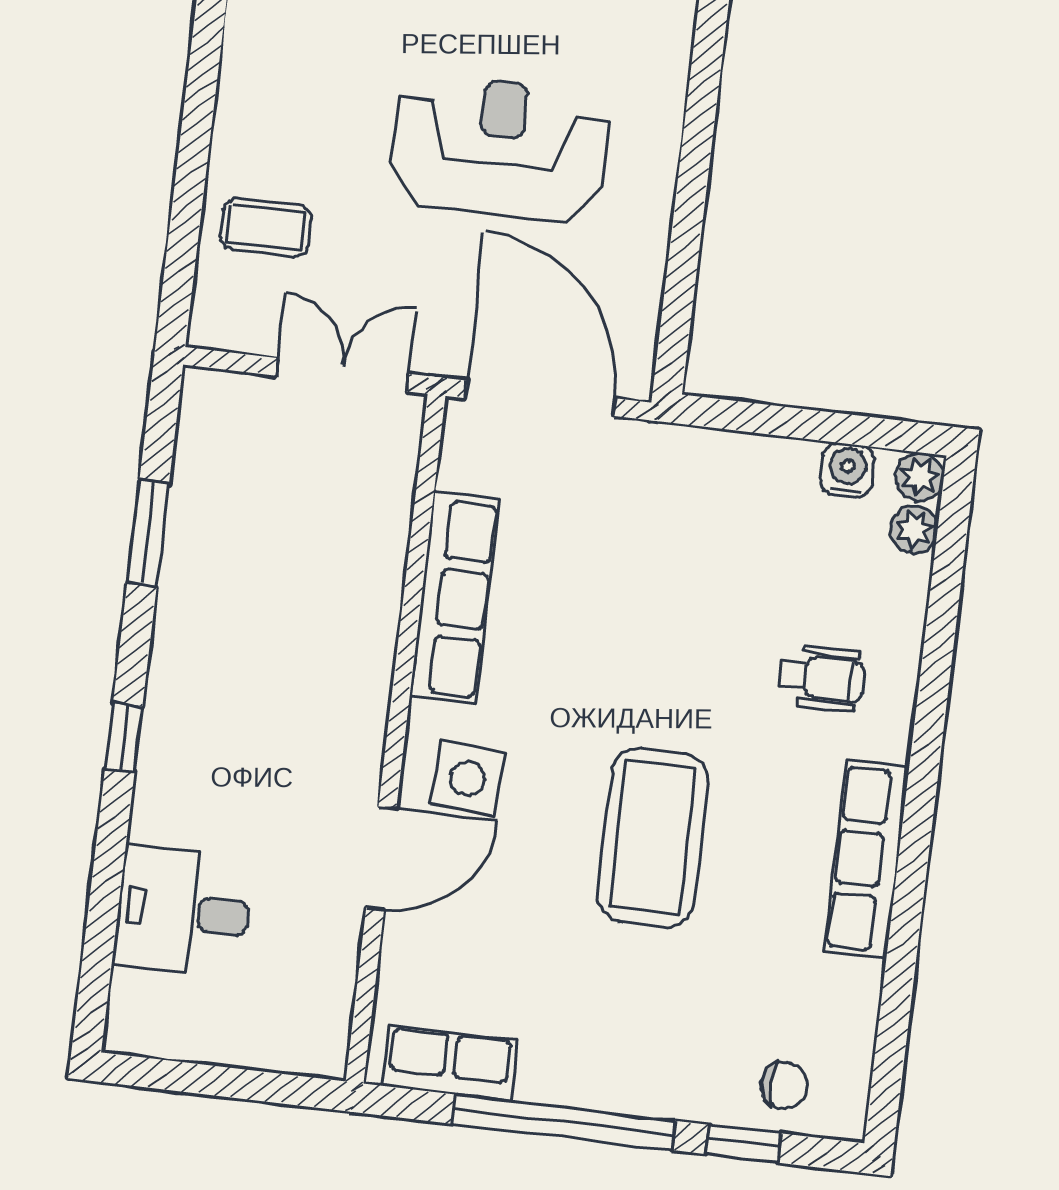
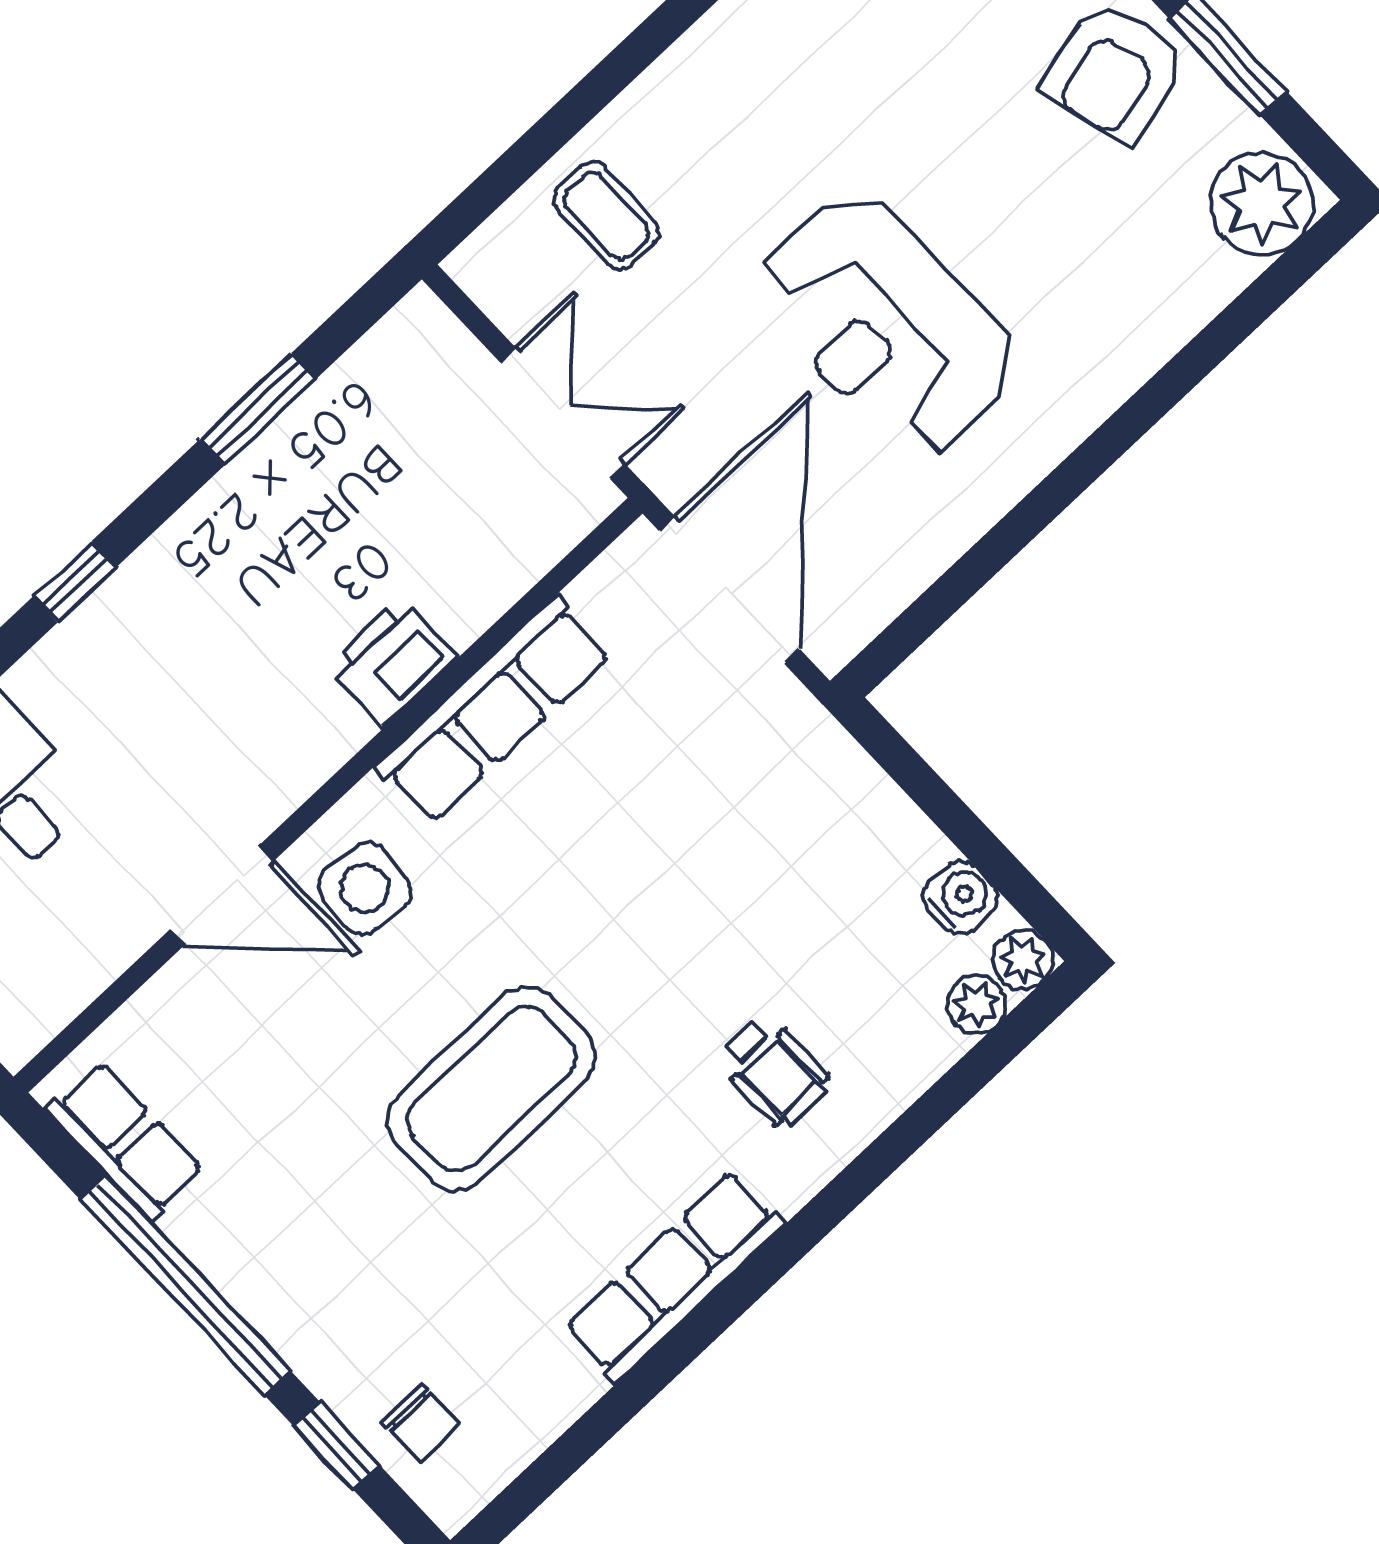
reception desk: (500, 148) -> (887, 324), turned 180
printer: (366, 620) -> (393, 661), added

